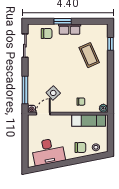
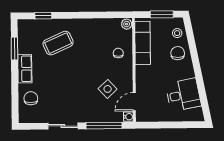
window: (63, 21) -> (14, 49), moved
sliding door: (25, 46) -> (63, 126), moved
door: (43, 114) -> (134, 102), hinge flipped
window: (110, 135) -> (162, 14), added
desk: (48, 152) -> (183, 95), width x0.73

